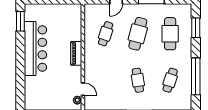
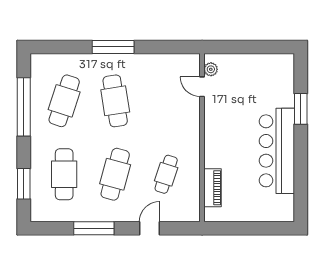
window: (20, 21) -> (301, 109), moved
piano: (76, 53) -> (213, 188), moved
cafe table: (138, 80) -> (115, 101), width x1.37, depth x1.35
cafe table: (170, 80) -> (64, 101), width x1.37, depth x1.35

